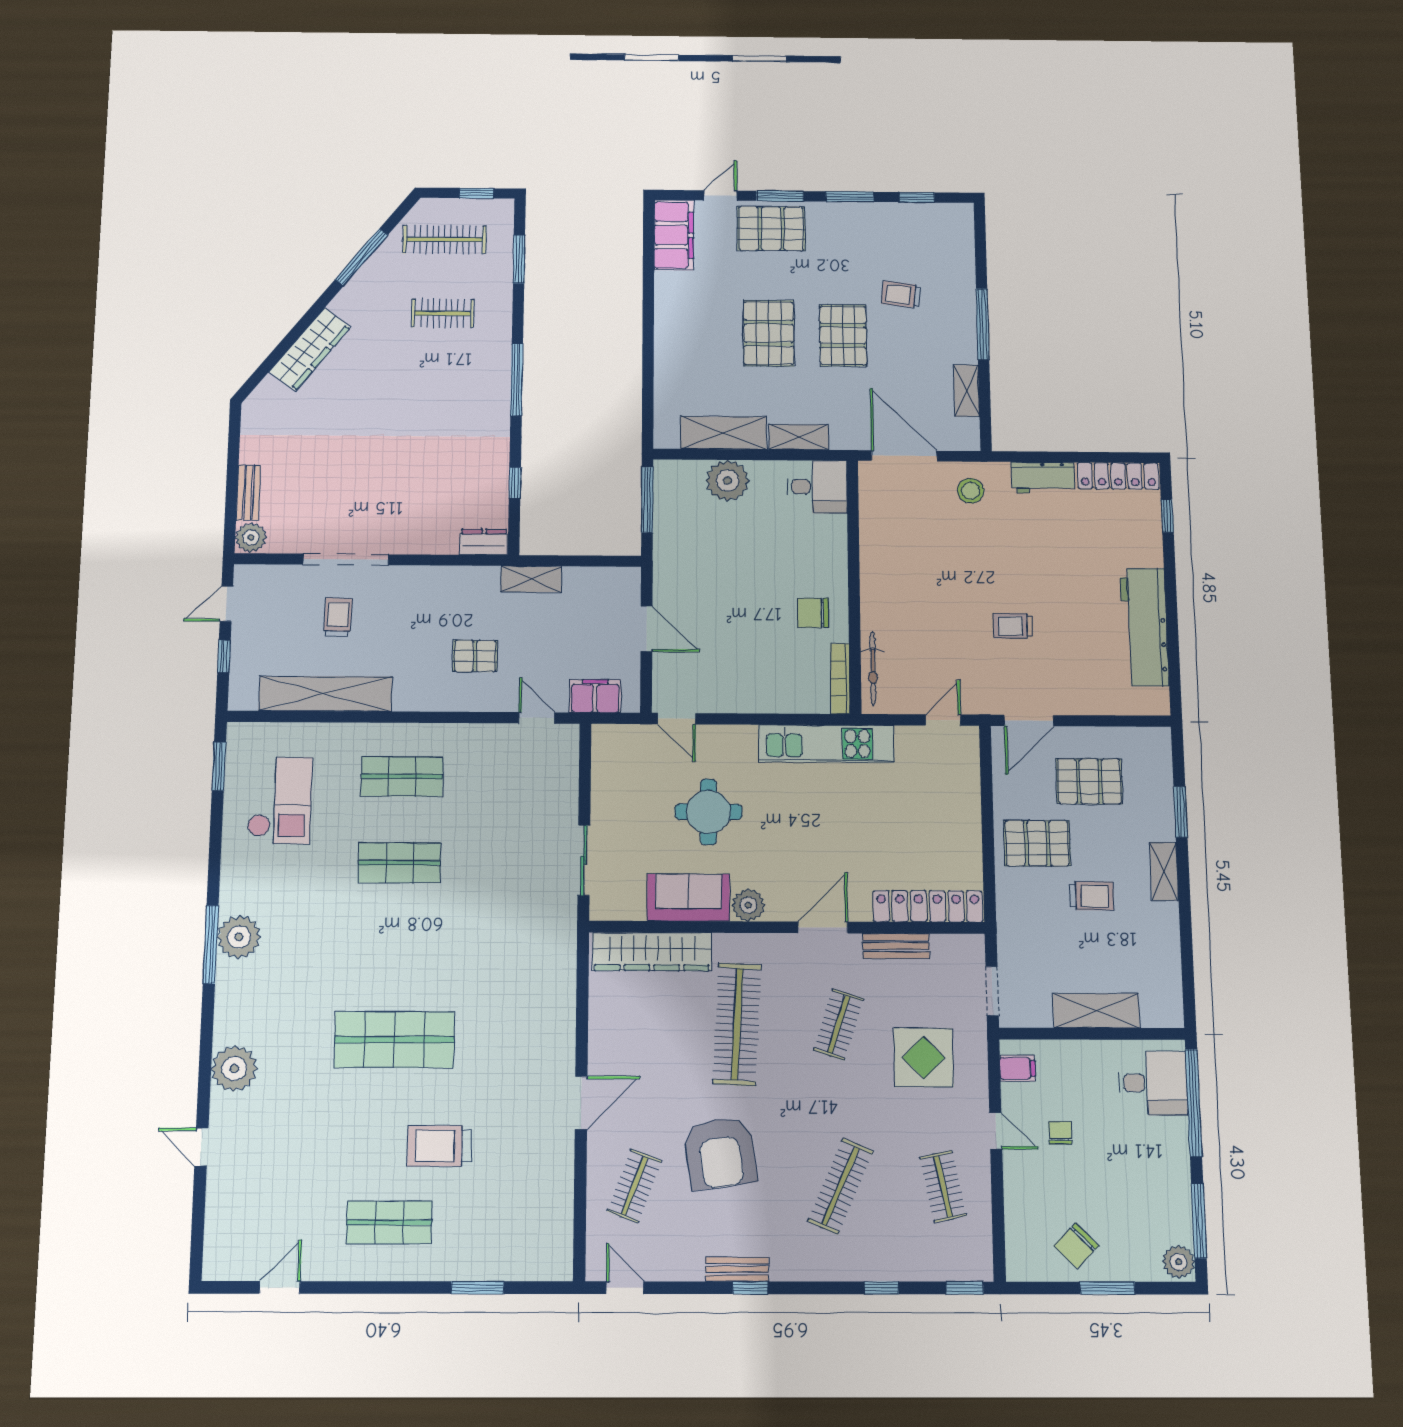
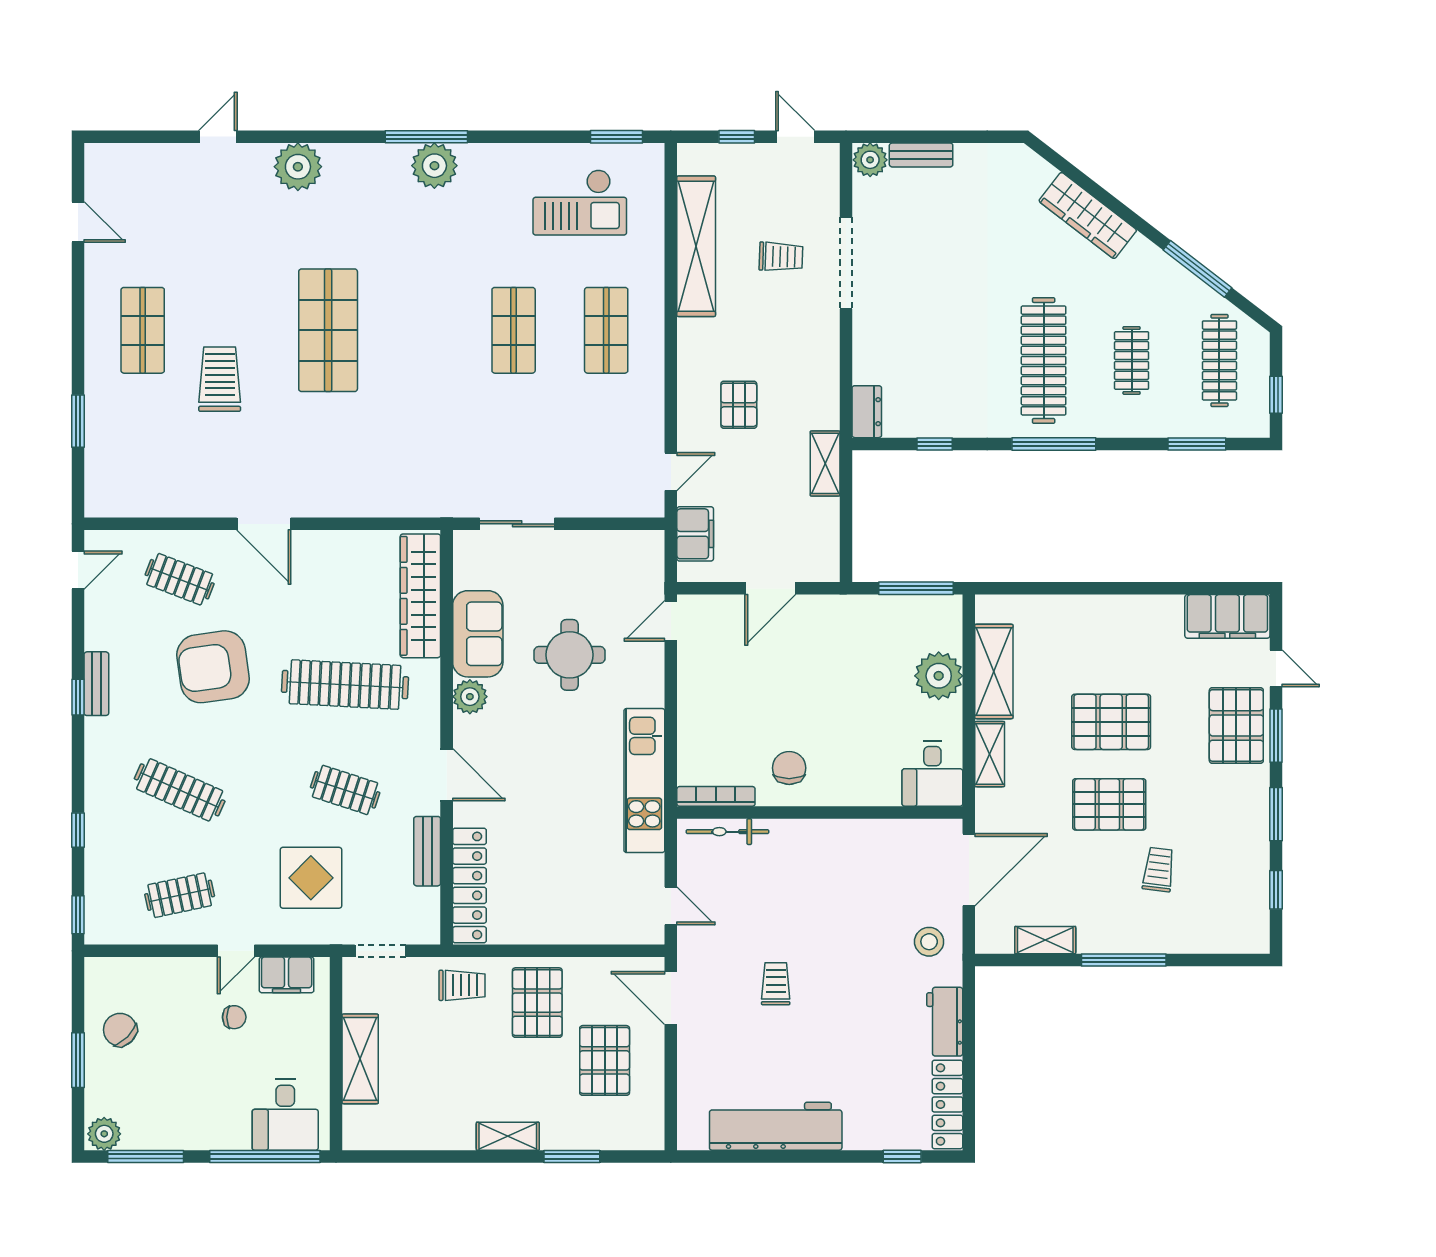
clothes rail: (441, 388) -> (1044, 360), added
trolley: (1092, 896) -> (462, 985), moved, turned -90
filing cabinet: (1017, 1068) -> (287, 975), width x2.00

